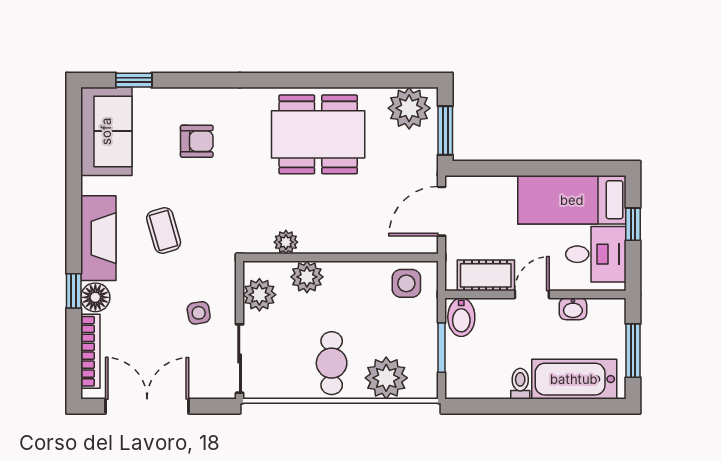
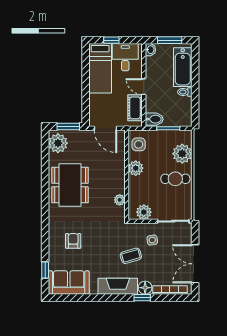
coffee table: (164, 230) -> (131, 256), moved
plant: (307, 277) -> (136, 168), moved
washbasin: (573, 309) -> (150, 50), moved

